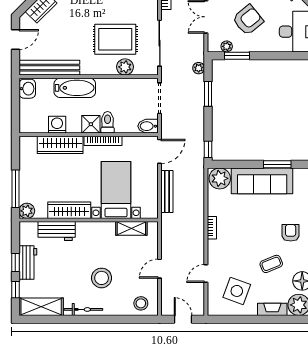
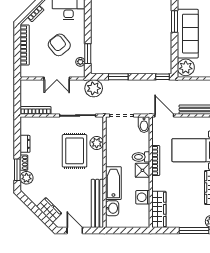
plant: (199, 68) -> (94, 88), width x1.87, depth x1.87
washbasin: (27, 89) -> (112, 208), moved, turned 90
wardrobe: (60, 145) -> (159, 209), moved

